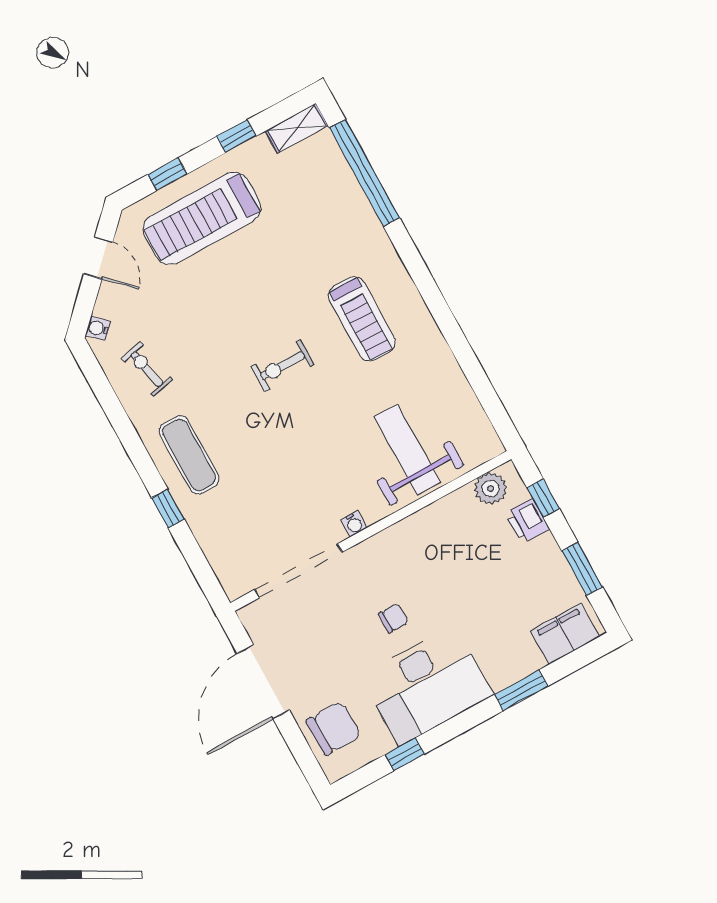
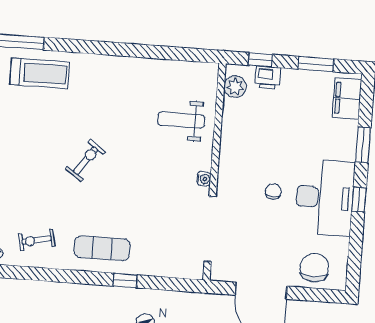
treadmill: (362, 319) -> (40, 73), moved
exercise bike: (283, 366) -> (86, 161), turned -145
weight bench: (407, 450) -> (181, 120), width x0.73, depth x0.75
window: (405, 754) -> (359, 200), moved

